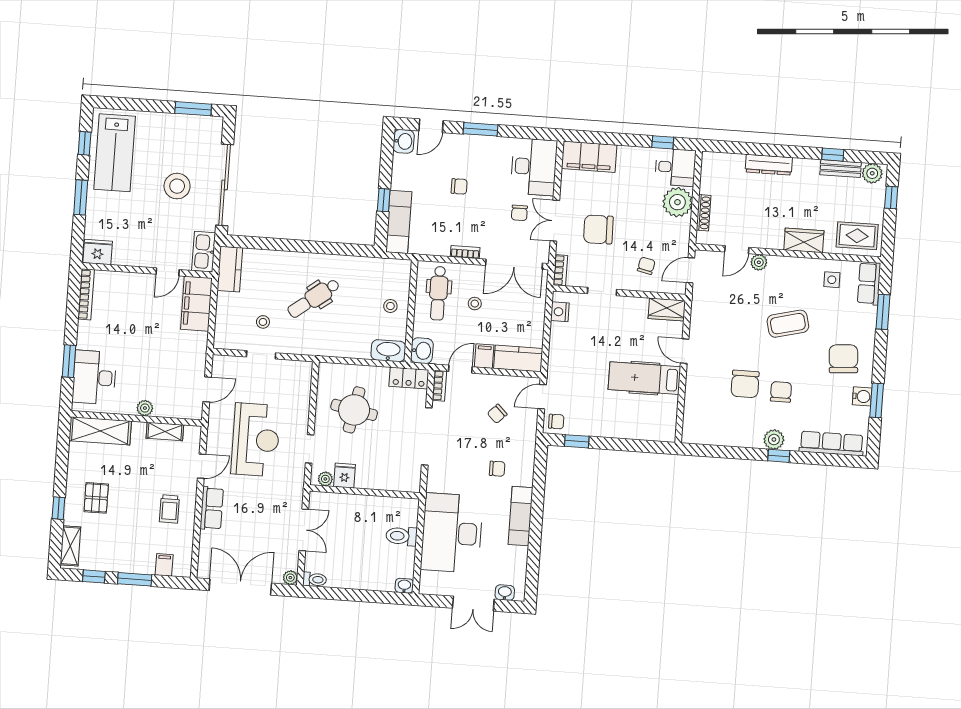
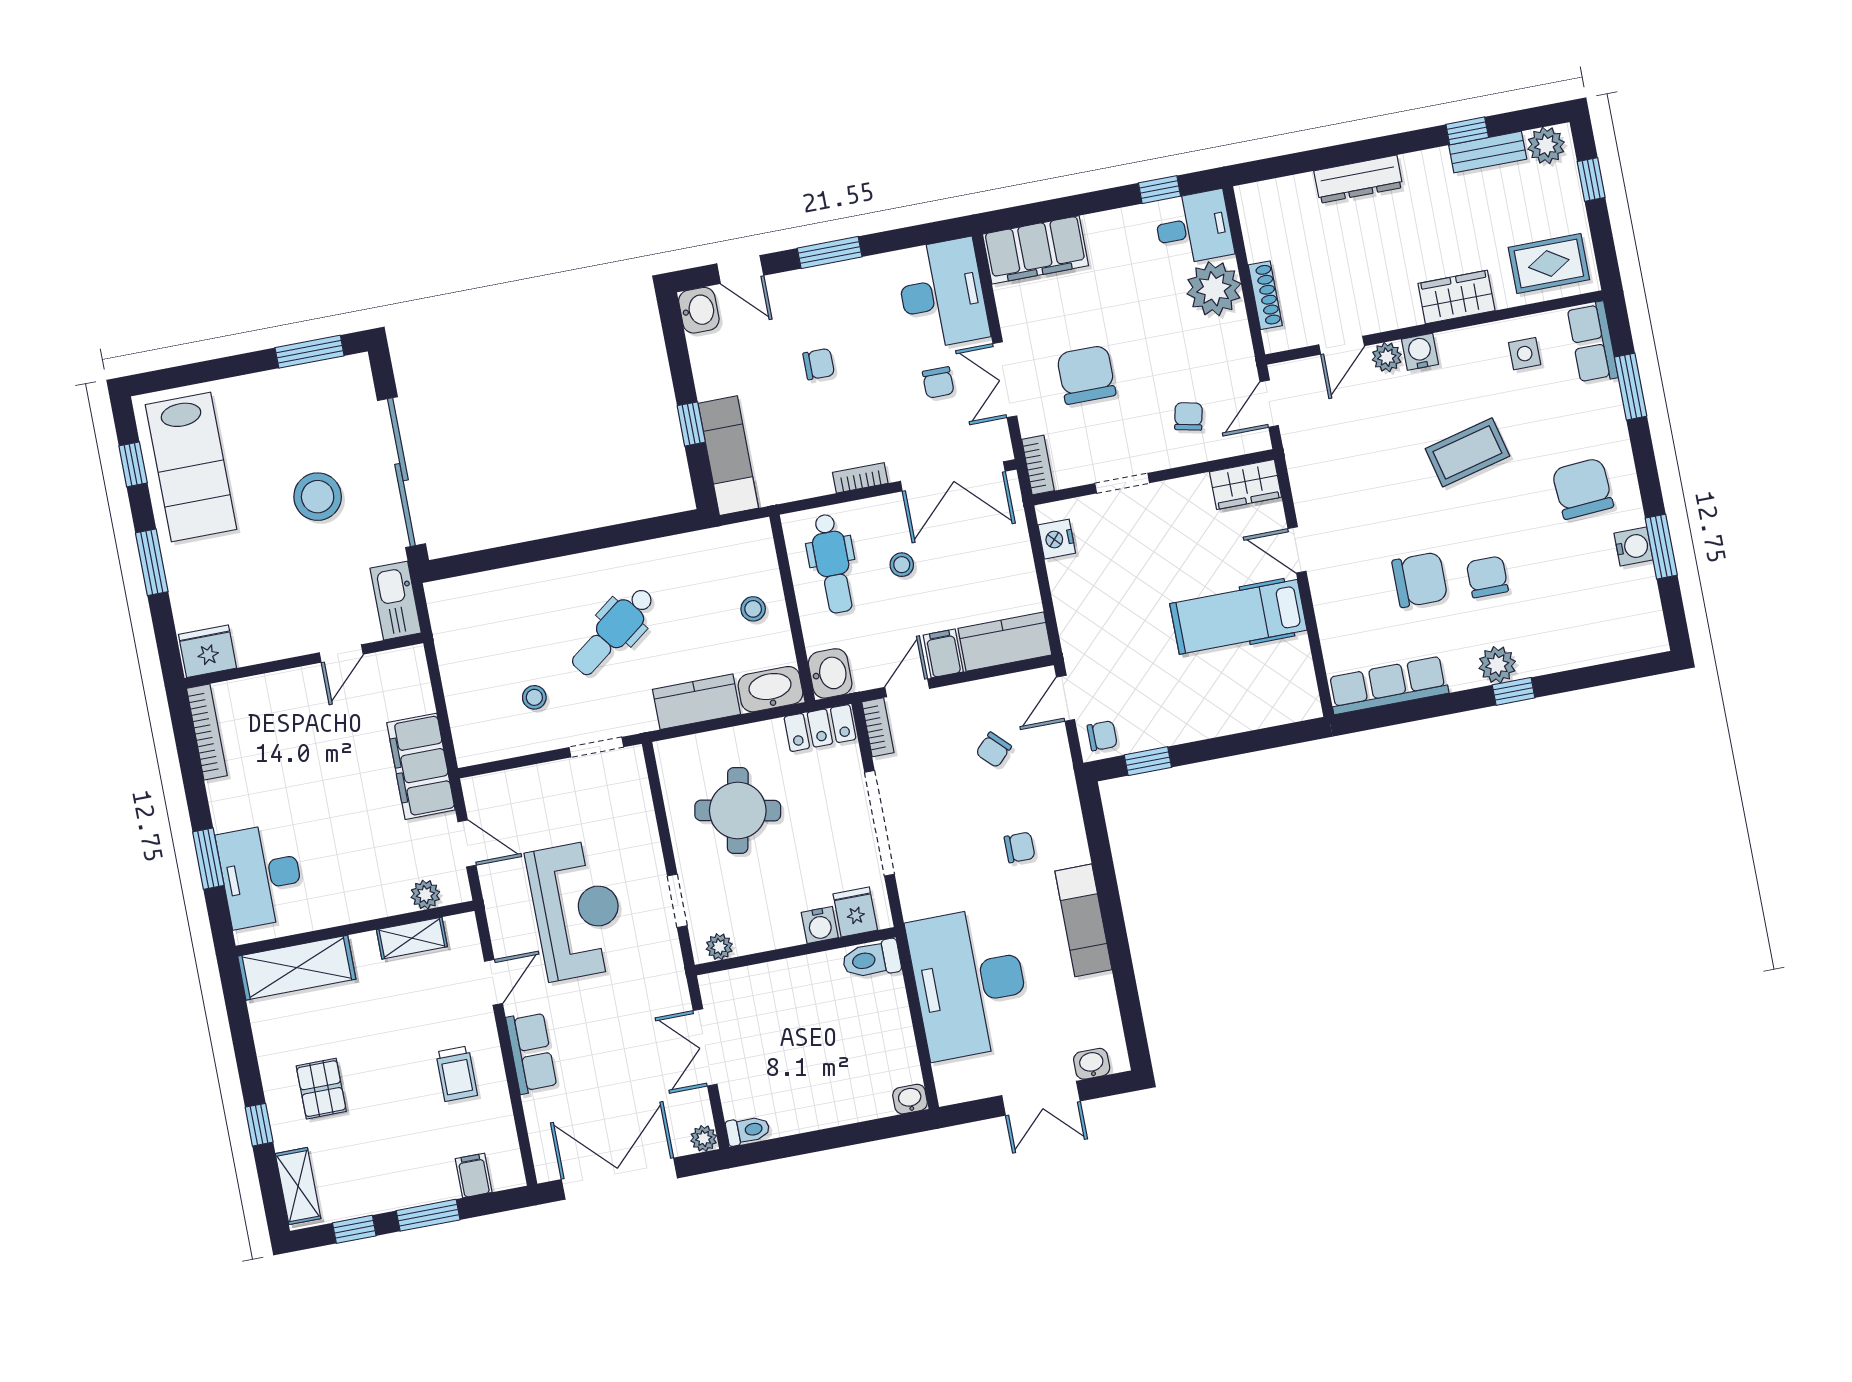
door: (431, 126) -> (740, 270), hinge flipped
chair: (598, 229) -> (1086, 375), turned 91
water cooler: (777, 264) -> (1420, 352), added
kitchen counter: (230, 269) -> (697, 702), moved, turned -90
filing cabinet: (196, 304) -> (421, 766), moved
doorway: (261, 355) -> (596, 747), moved
chair: (745, 384) -> (1420, 580), turned -90
door: (207, 389) -> (467, 844), hinge flipped
plant: (145, 408) -> (425, 895), moved
row of seats: (832, 444) -> (1388, 685), moved
fridge: (344, 476) -> (855, 912), moved
water cooler: (381, 482) -> (820, 925), added
double door: (304, 530) -> (705, 1047), swing flipped
toilet: (402, 536) -> (871, 959), moved

